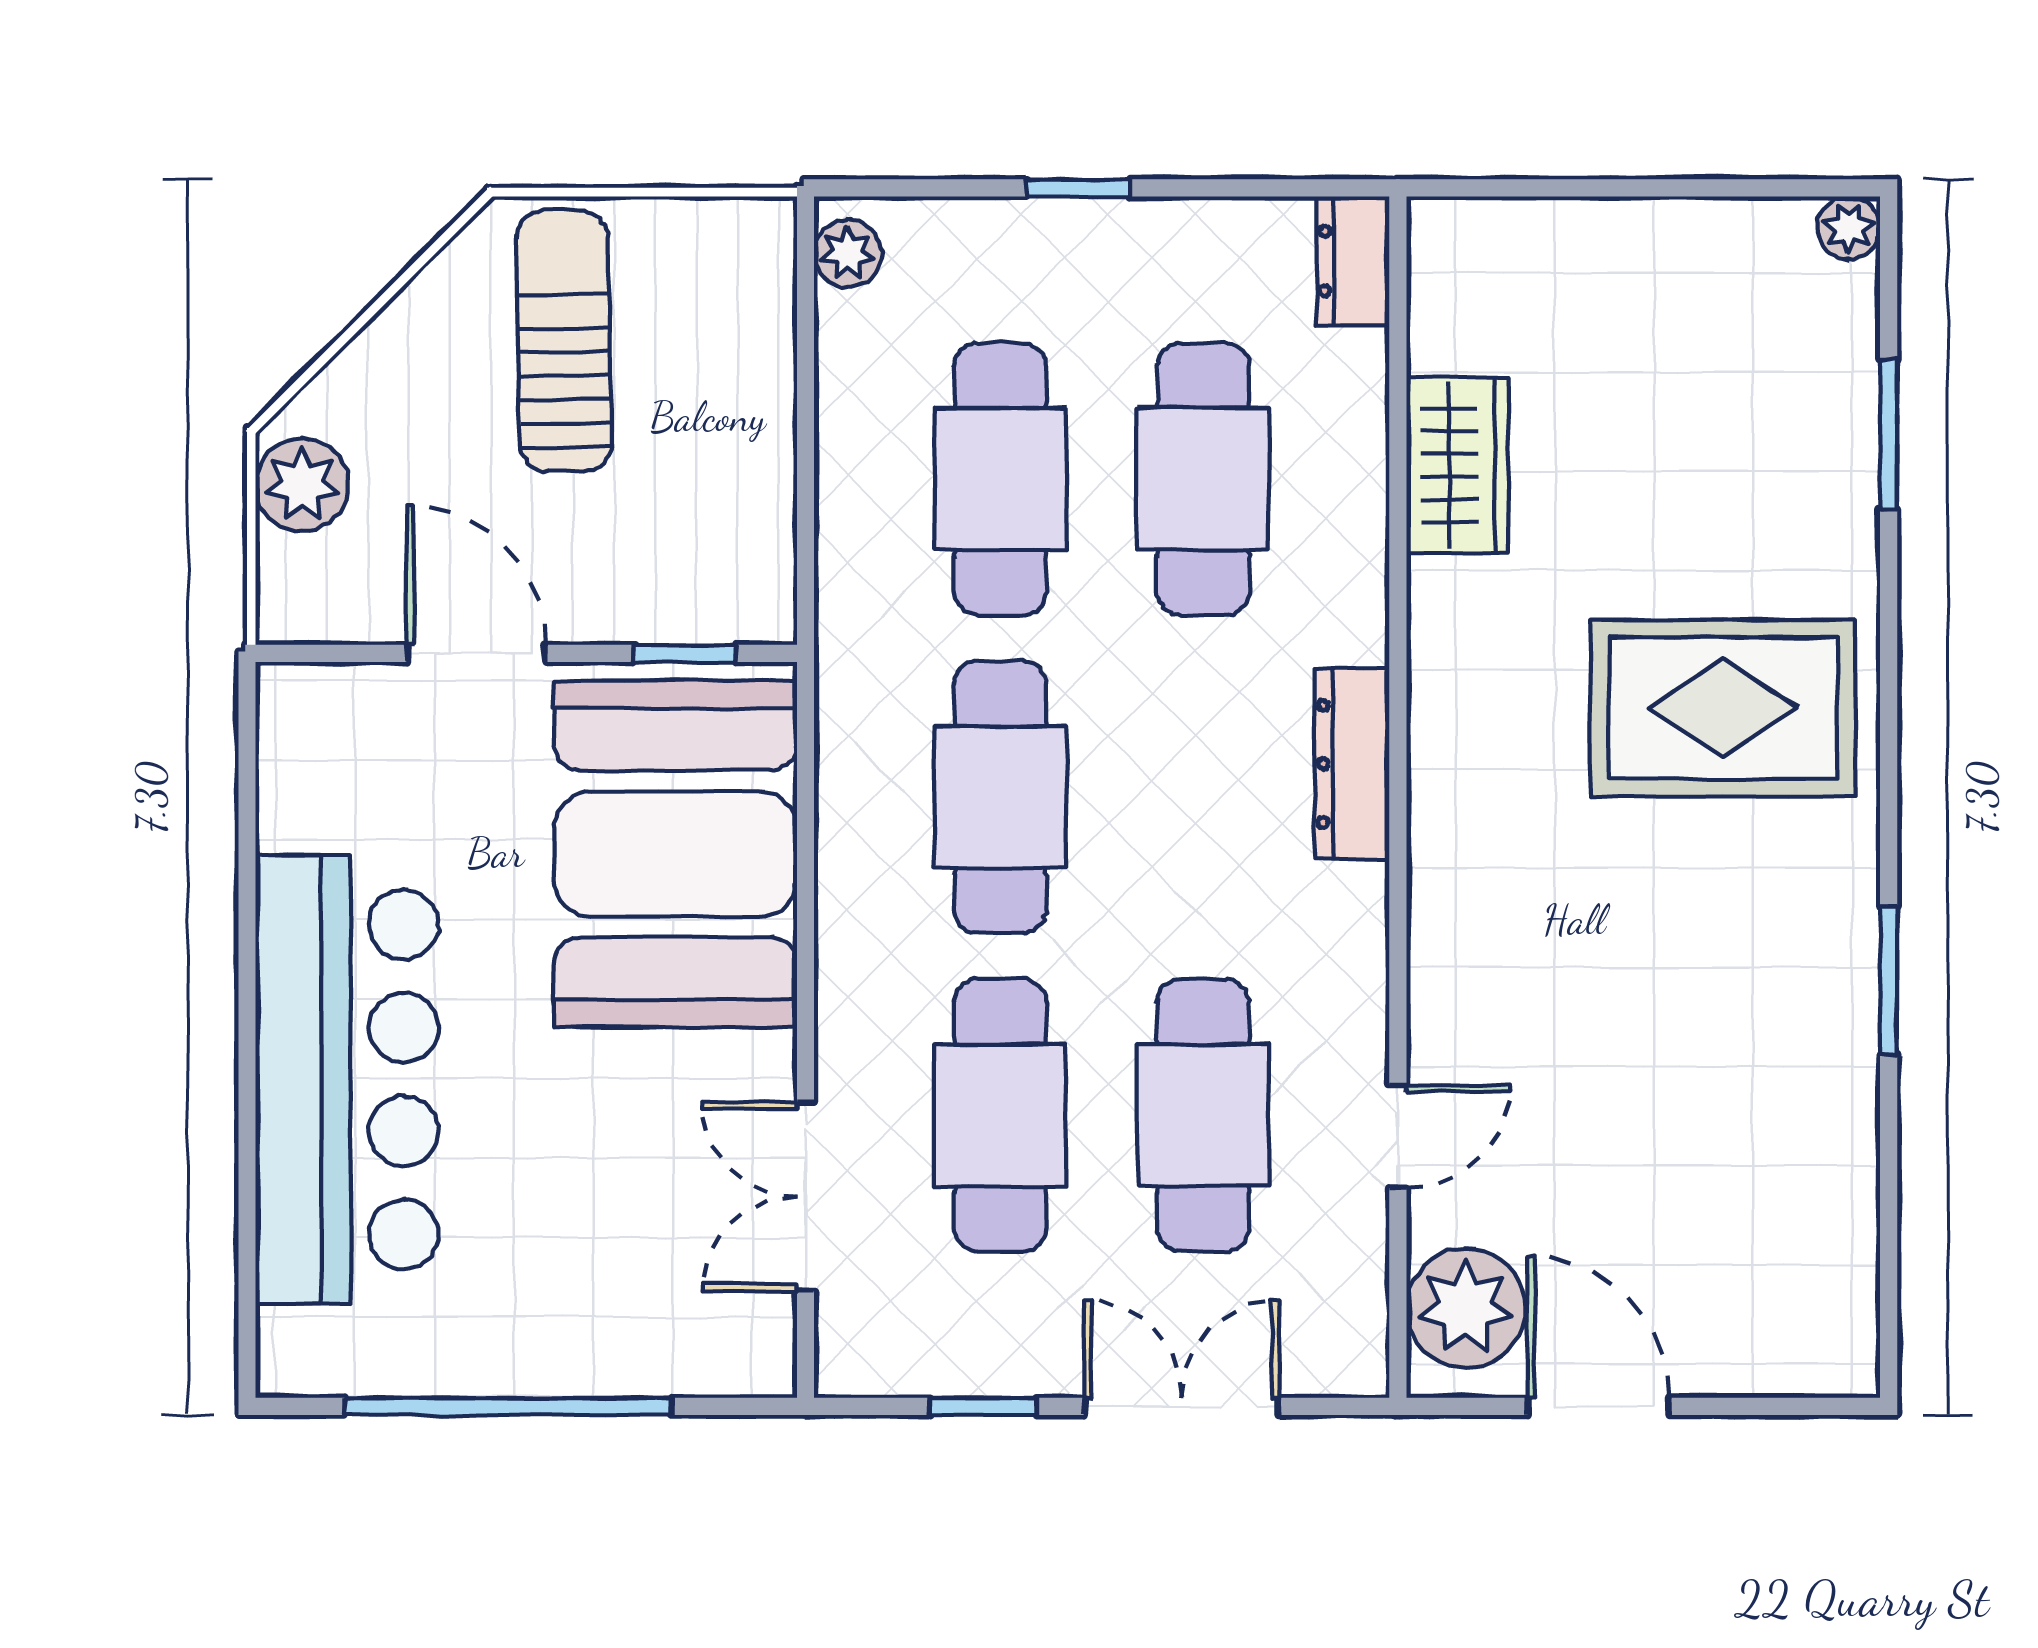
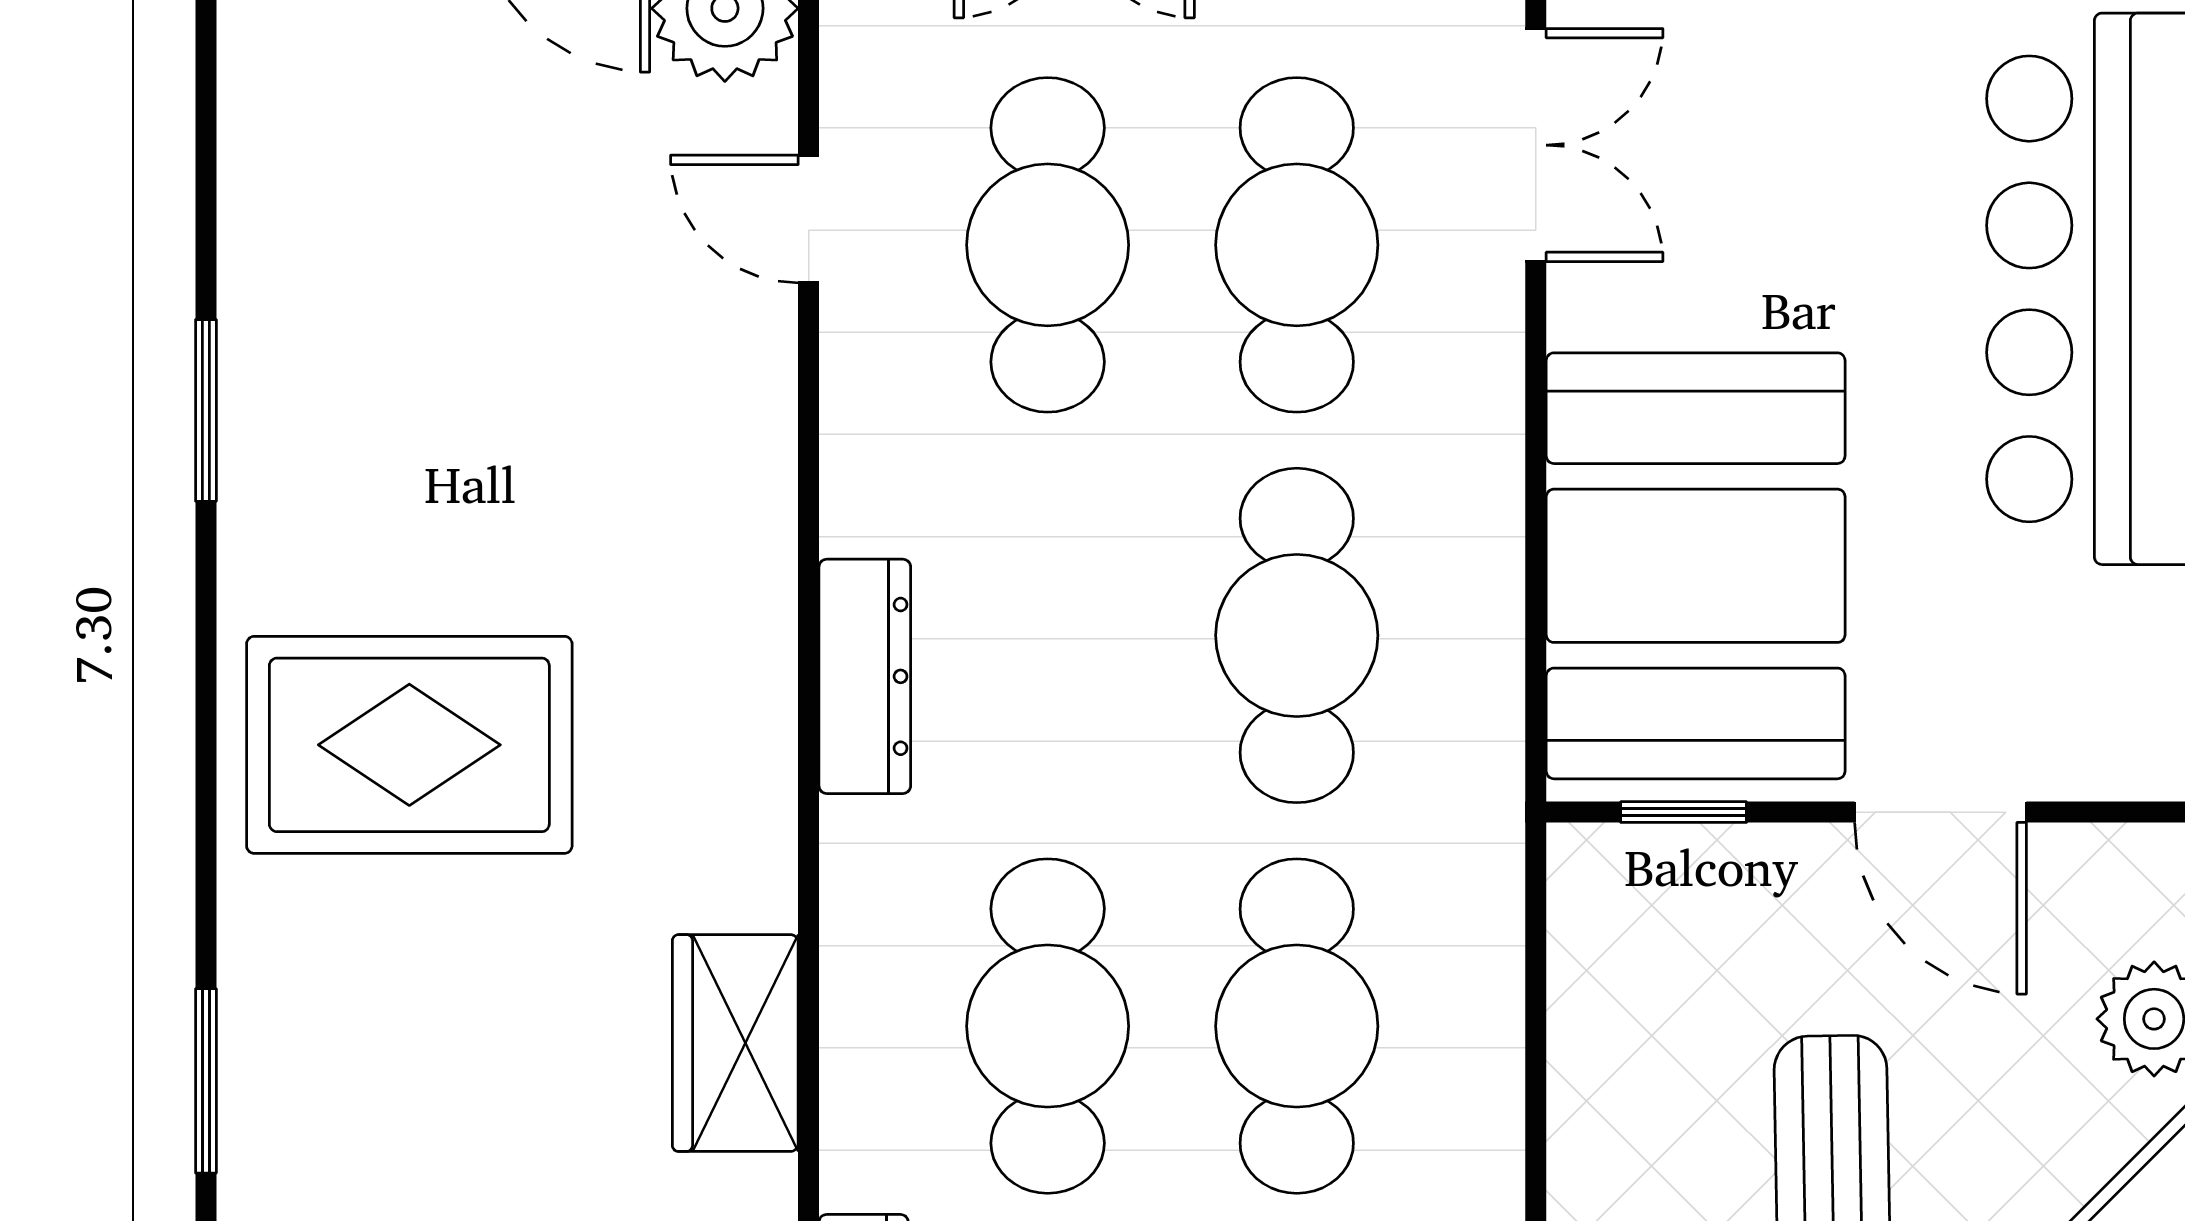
door: (1398, 1136) -> (809, 219), hinge flipped

